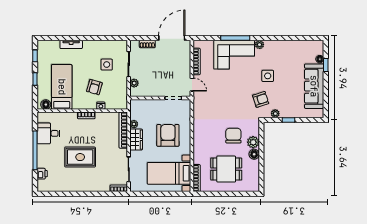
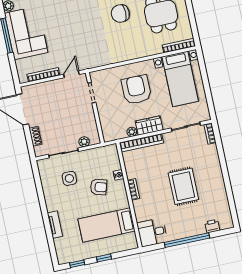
floor lamp: (46, 105) -> (131, 239), removed
desk: (48, 133) -> (152, 232), moved, turned 90
armchair: (168, 135) -> (136, 90), turned 90

